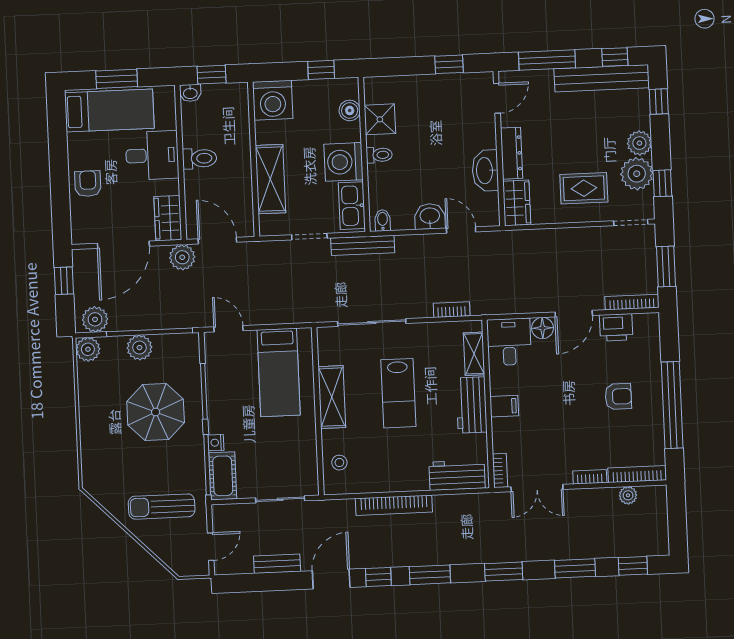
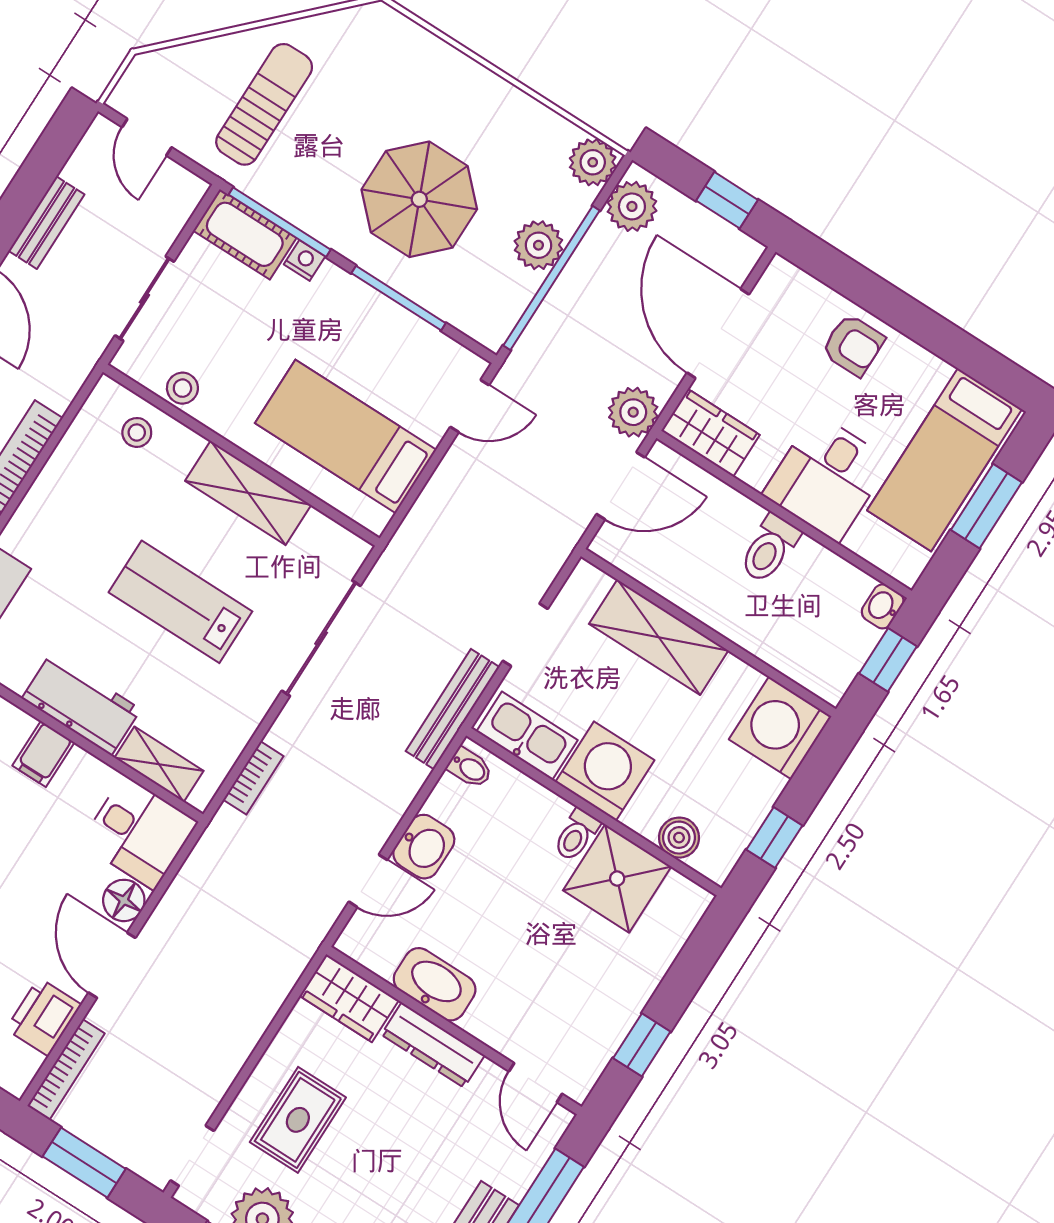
shower: (380, 119) -> (617, 878), width x1.36, depth x1.36
stool: (307, 456) -> (182, 388), added

